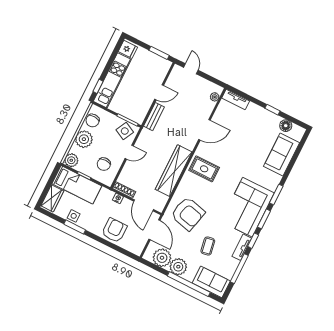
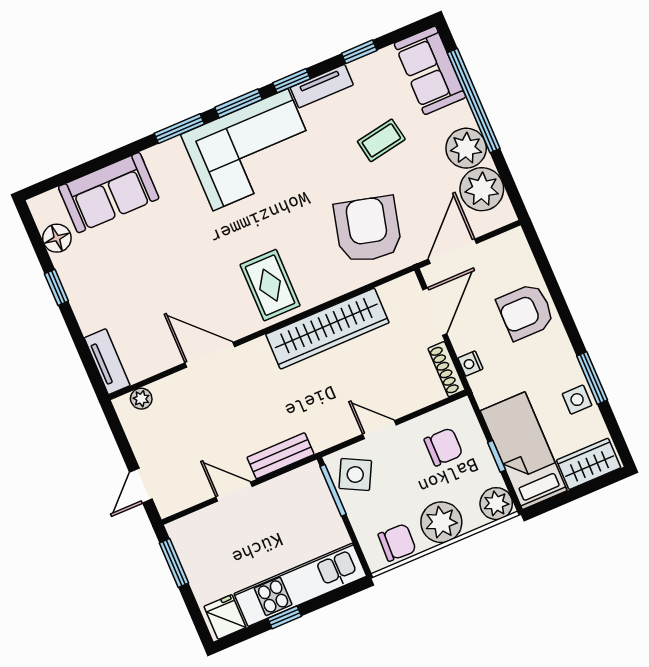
window: (98, 86) -> (285, 617), moved
window: (239, 269) -> (359, 52), width x0.46

